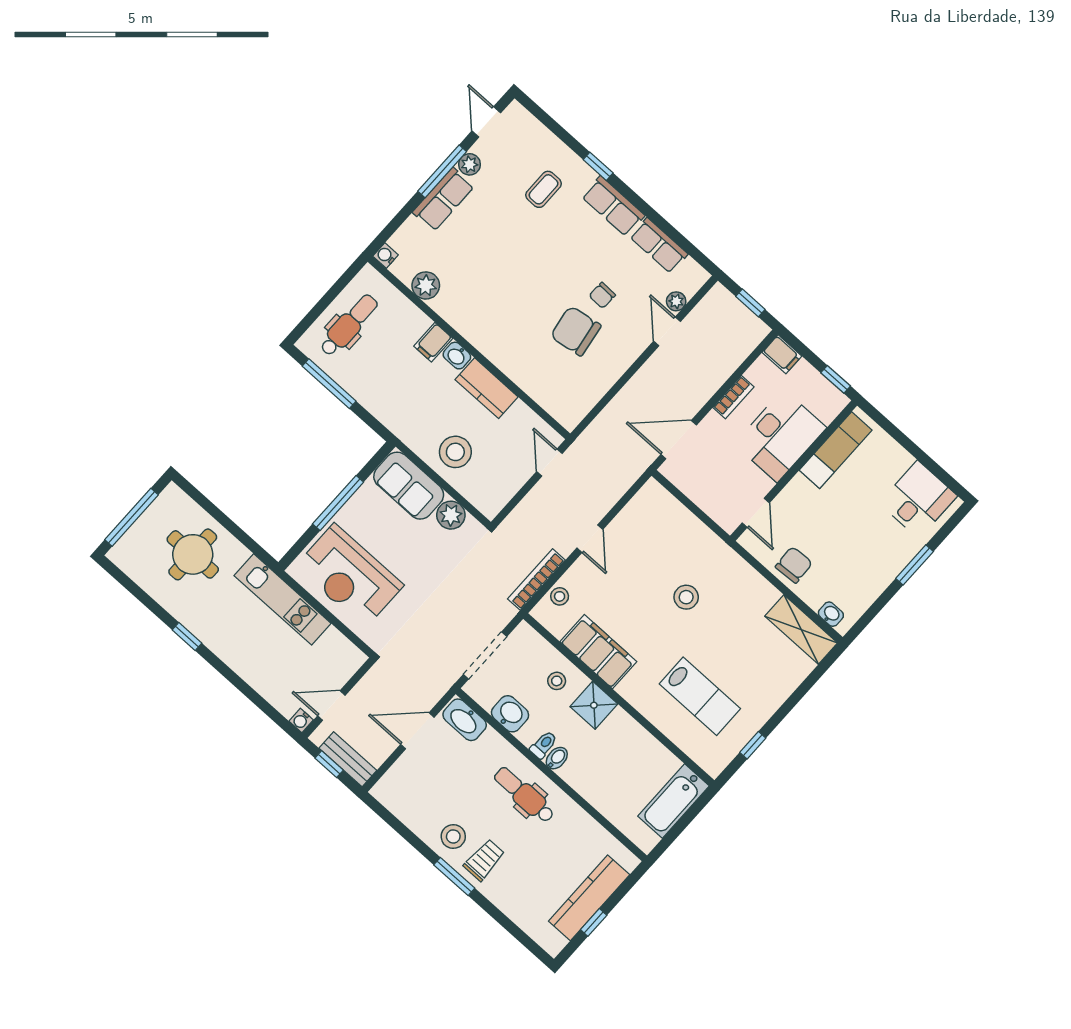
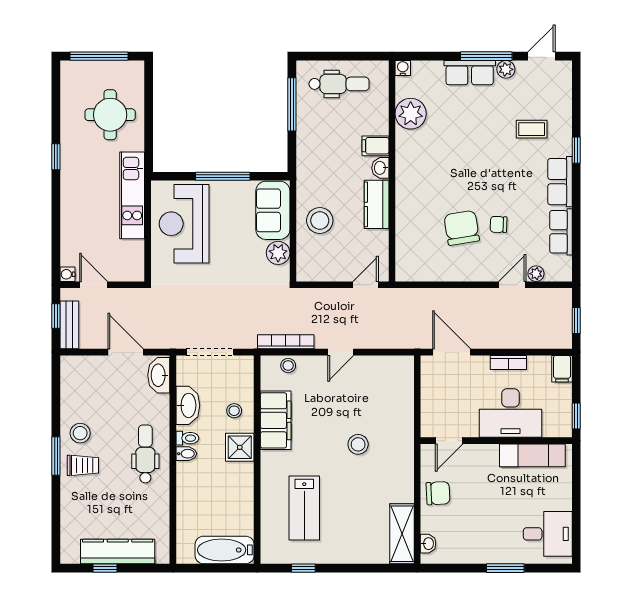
plant: (426, 285) -> (411, 114), width x1.36, depth x1.36
washbasin: (510, 714) -> (188, 405), width x1.38

